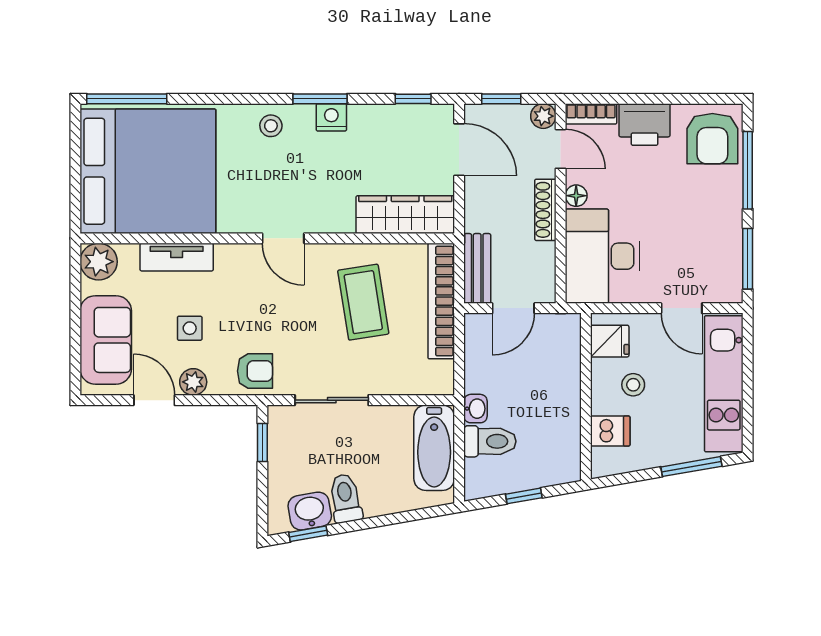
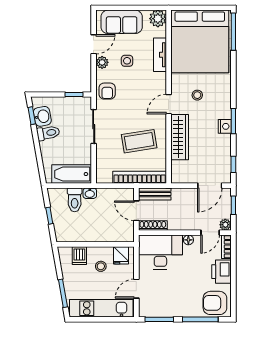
stool: (271, 126) -> (197, 95), moved
shoe rack: (545, 210) -> (153, 226), moved
wardrobe: (405, 215) -> (180, 137), moved

